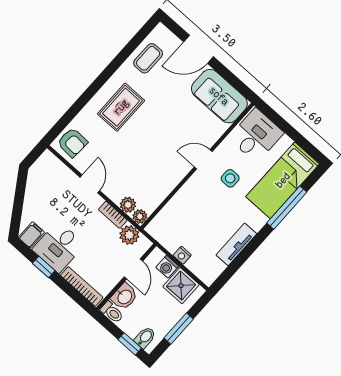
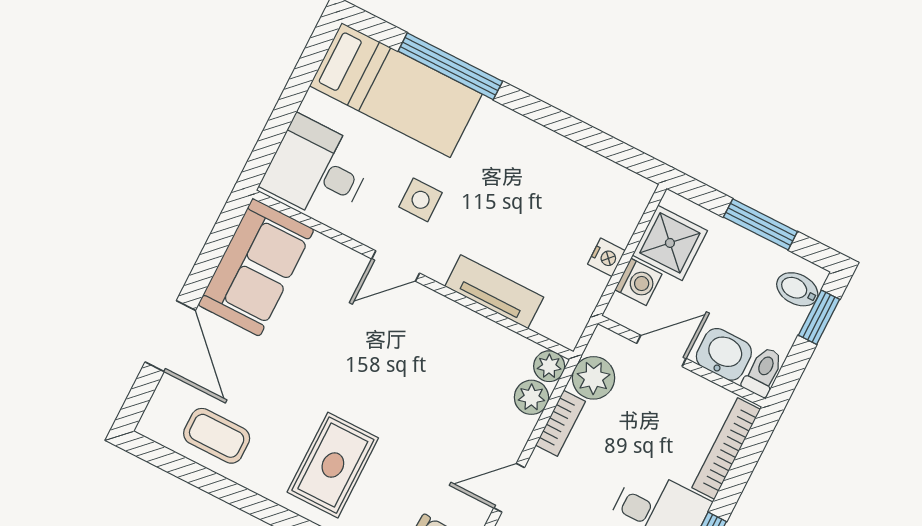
rug: (121, 107) -> (333, 465), turned 90
door: (203, 159) -> (396, 266), hinge flipped
tv unit: (236, 244) -> (494, 292), moved, turned 180

